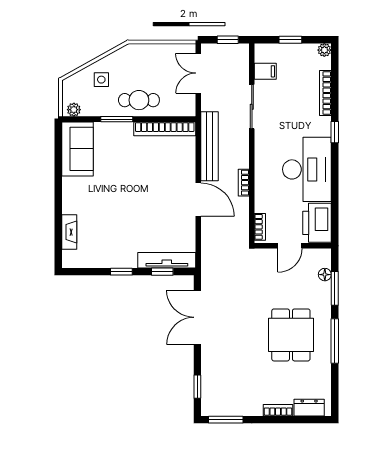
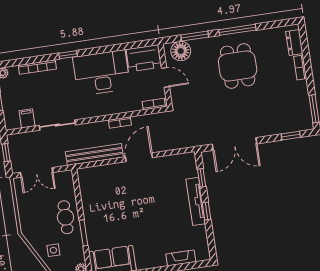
bookcase: (165, 129) -> (86, 193), removed
tv unit: (167, 260) -> (196, 201), moved
floor lamp: (325, 275) -> (181, 51), width x1.89, depth x1.89
dining table: (291, 335) -> (238, 66), turned 90

